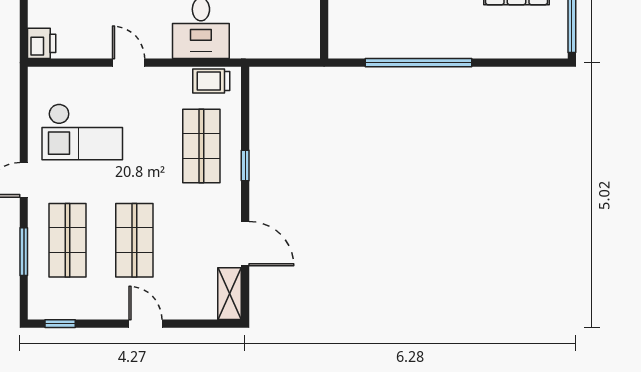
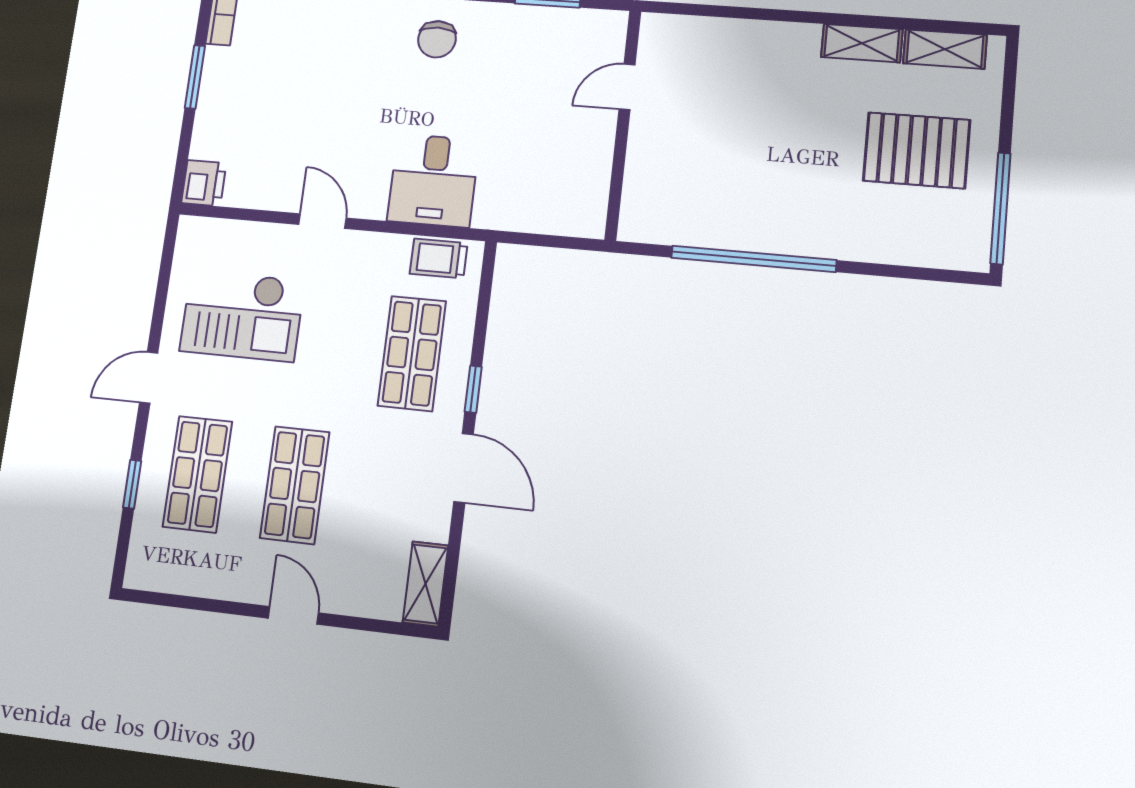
door: (245, 244) -> (464, 468), moved
window: (24, 252) -> (132, 484), width x0.67
window: (60, 324) -> (168, 600), removed

